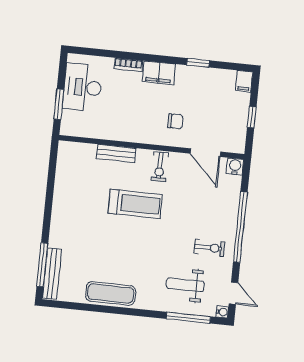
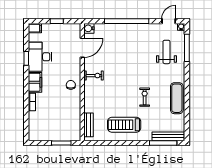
desk: (83, 87) -> (40, 57), moved, turned 90
chair: (175, 121) -> (71, 85), moved
bench: (116, 153) -> (88, 125), moved
treadmill: (135, 204) -> (124, 125), moved, turned -90
exercise bike: (209, 248) -> (145, 97), moved
weight bench: (185, 285) -> (166, 52), turned 180

